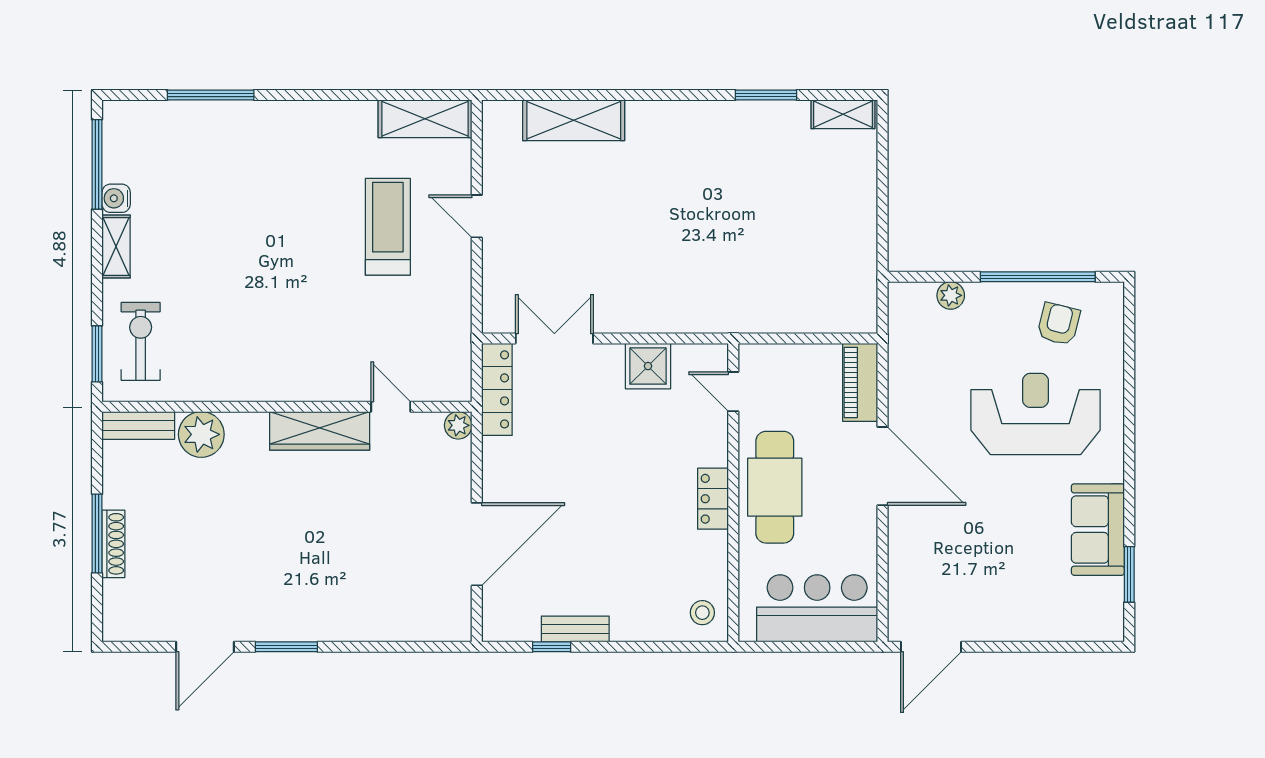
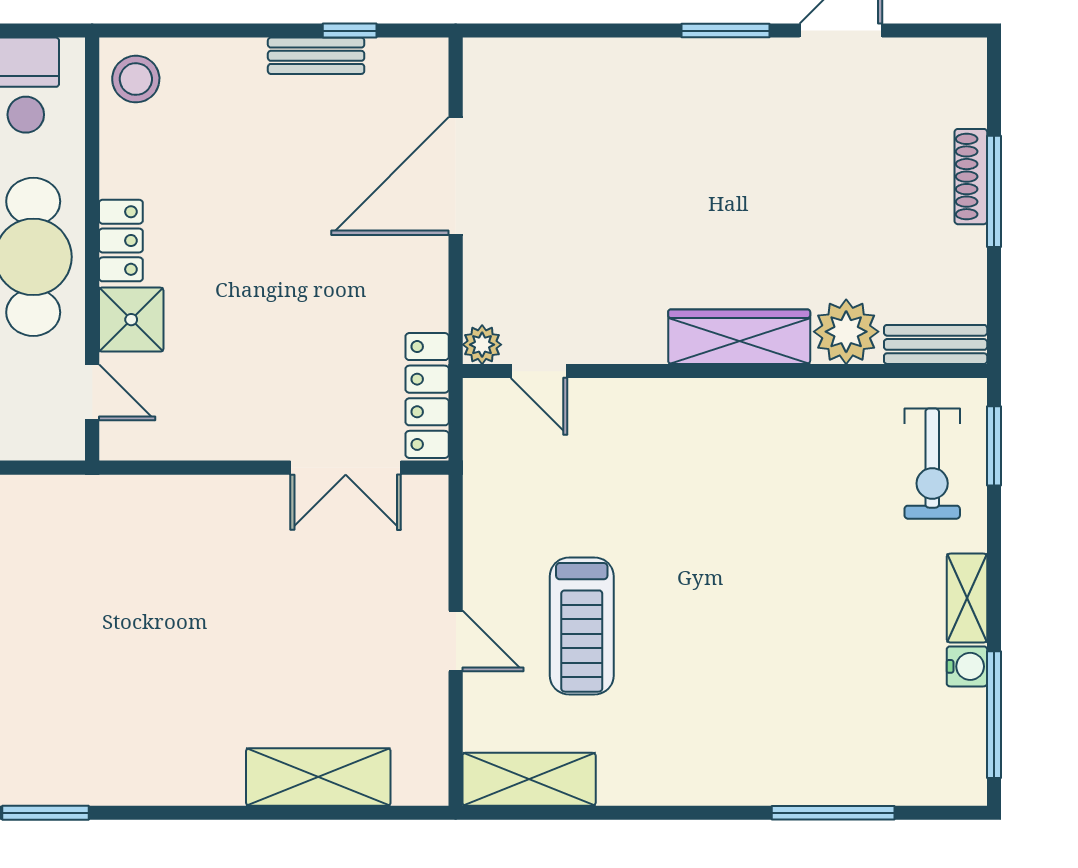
shower: (648, 366) -> (131, 320), moved
door: (391, 407) -> (539, 371), moved
wardrobe: (320, 431) -> (739, 337), moved
stool: (702, 613) -> (136, 79), width x1.37, depth x1.37

